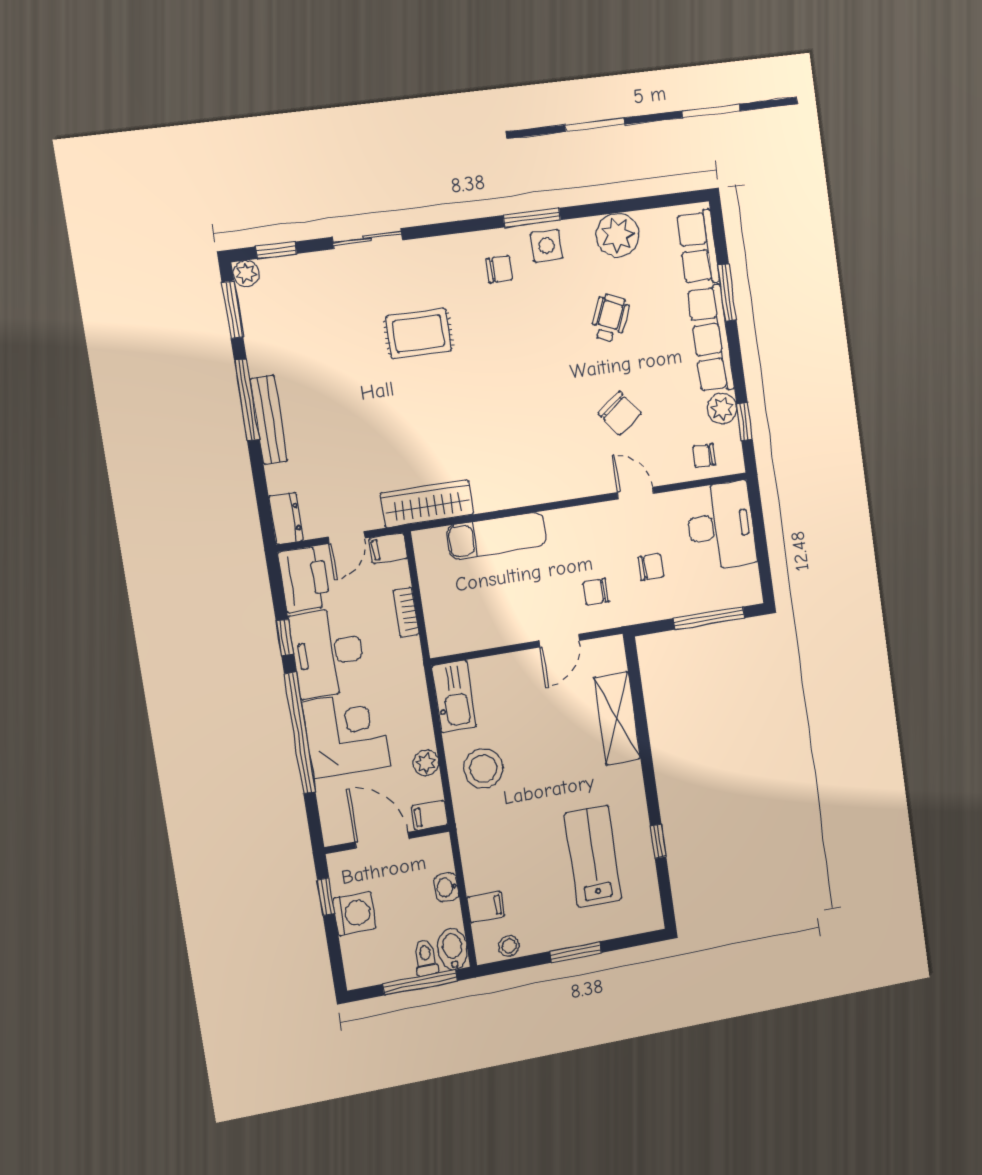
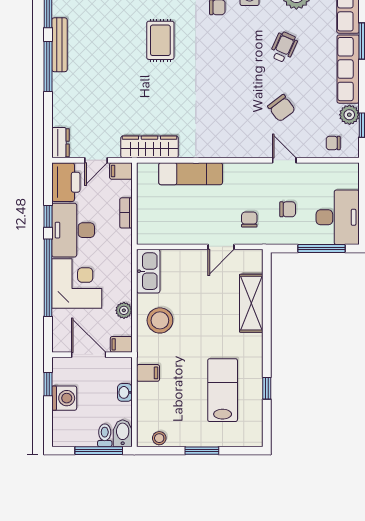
rug: (419, 334) -> (160, 40), turned 90
bench: (269, 420) -> (60, 45), moved
desk: (721, 526) -> (338, 217), moved
chair: (596, 592) -> (249, 220), turned 90
filing cabinet: (486, 907) -> (148, 373), moved

